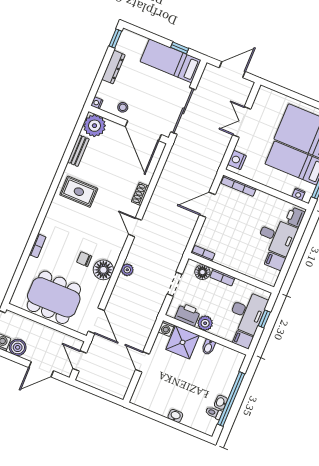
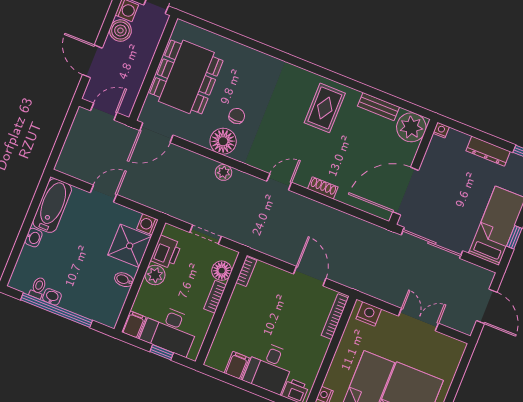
stool: (123, 107) -> (436, 164), removed
bookcase: (38, 246) -> (253, 55), removed
bathtub: (151, 401) -> (52, 206), added

